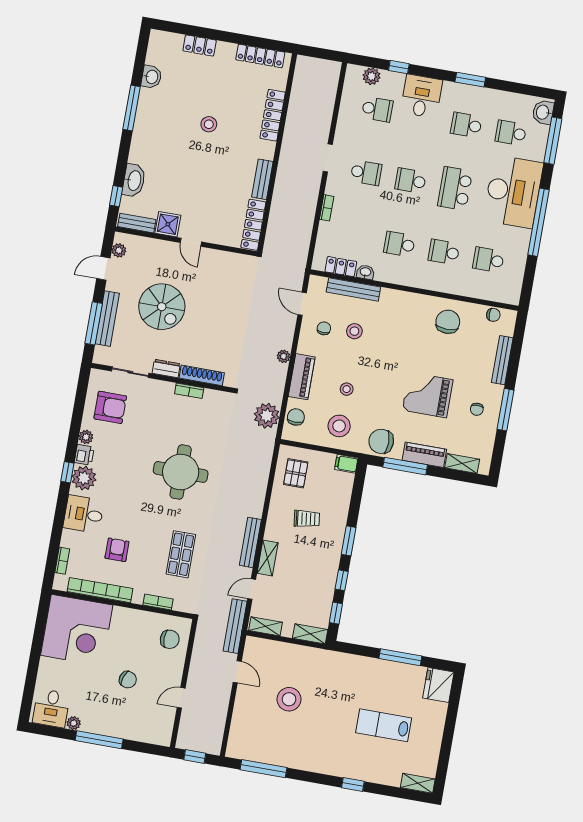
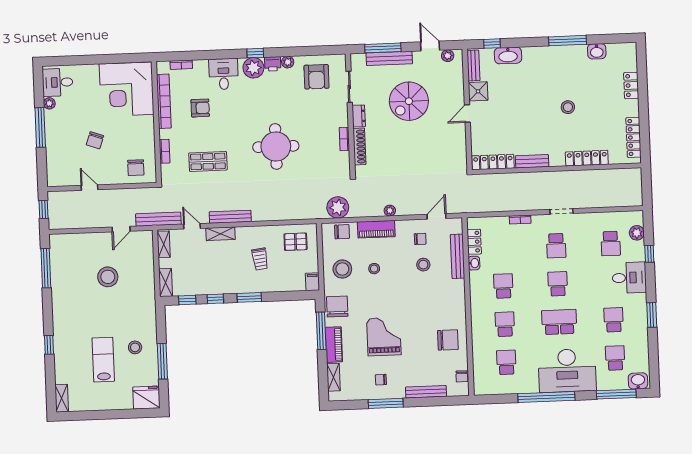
stool: (378, 686) -> (135, 347), added

